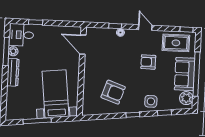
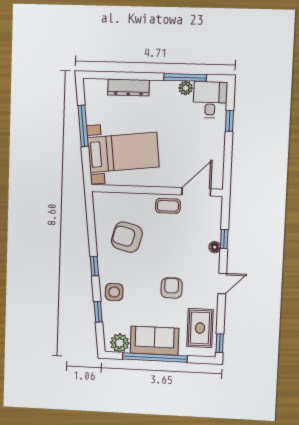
coffee table: (92, 64) -> (168, 206), added
dresser: (13, 72) -> (129, 88), moved
armchair: (113, 92) -> (127, 237), turned 86

